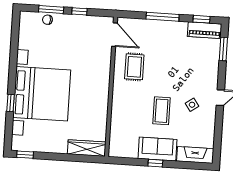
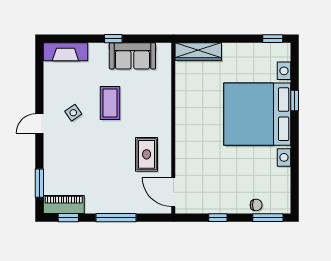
window: (51, 9) -> (268, 218), moved
sofa: (157, 149) -> (132, 56), moved

